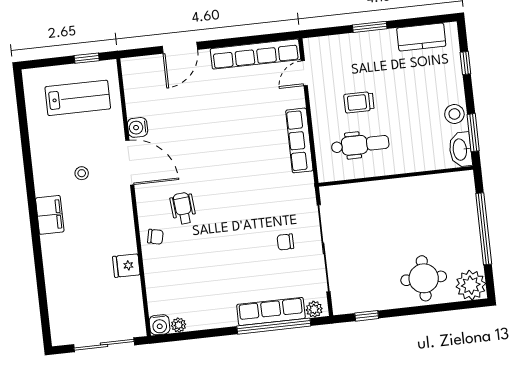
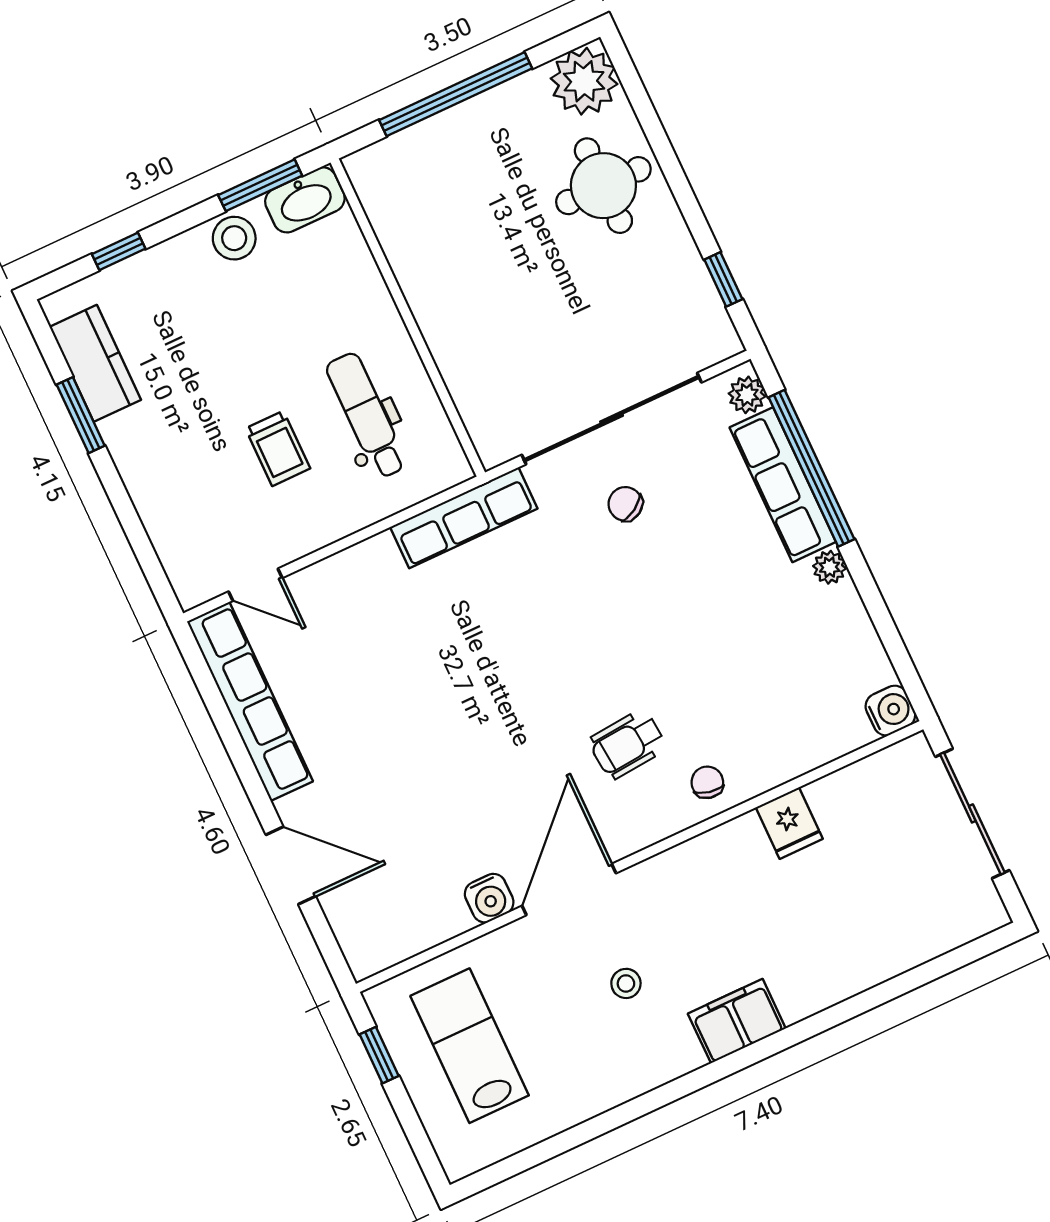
window: (370, 27) -> (81, 415), moved
row of seats: (299, 140) -> (464, 518), moved
chair: (285, 242) -> (625, 504), turned 148
plant: (179, 325) -> (829, 567), moved

